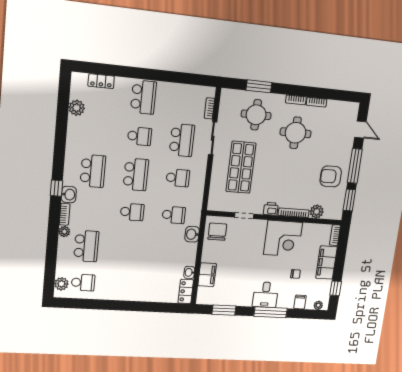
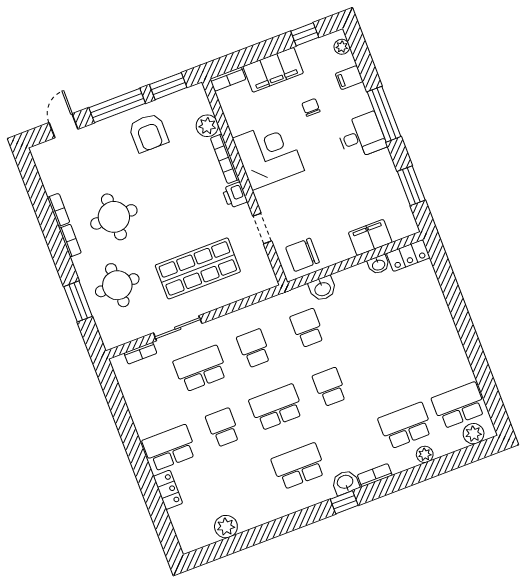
locker: (101, 81) -> (168, 490), moved
plant: (64, 232) -> (425, 454), moved
school desk: (83, 283) -> (459, 405), width x1.85

